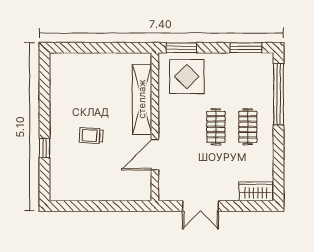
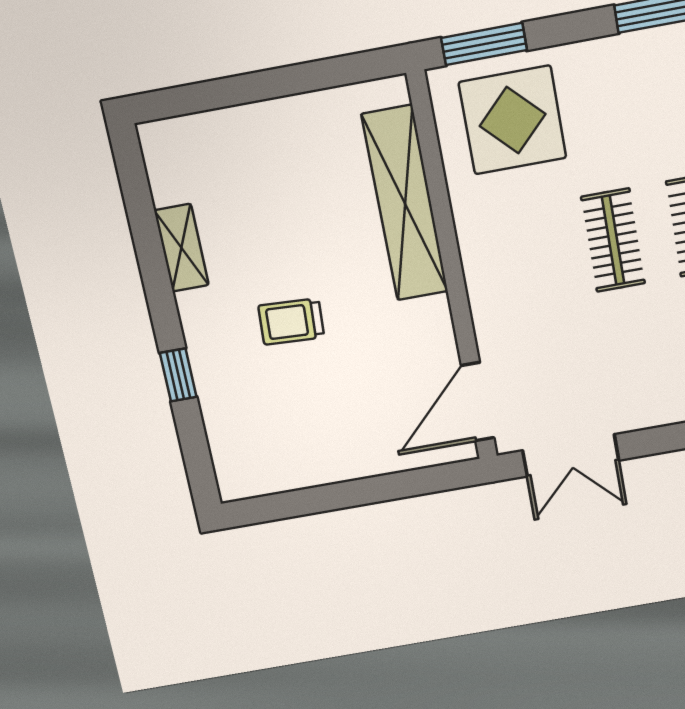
shelving: (56, 101) -> (181, 248), added
door: (155, 155) -> (478, 402), moved
double door: (200, 206) -> (571, 455), moved

